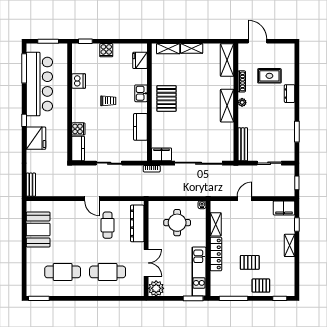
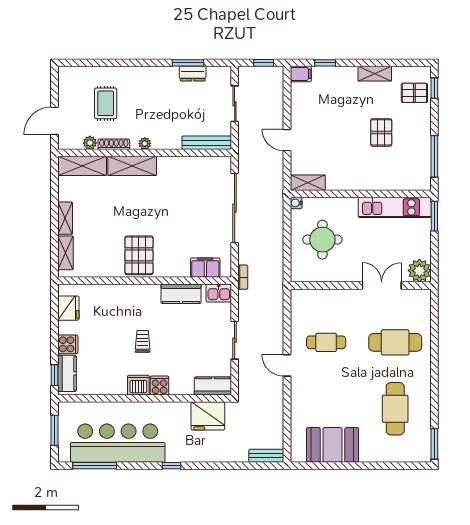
kitchen counter: (87, 50) -> (67, 373), added
fridge: (140, 60) -> (68, 308), moved, turned -90
plant: (243, 65) -> (90, 143), added
dishwasher: (79, 81) -> (138, 385), moved
kitchen sink: (141, 93) -> (219, 293), moved
dresser: (290, 94) -> (193, 74), moved
pallet: (166, 98) -> (139, 255), turned 90
shelving: (227, 106) -> (132, 166), moved
cooker: (78, 129) -> (160, 386), moved
fridge: (36, 138) -> (208, 416), moved, turned 180
filing cabinet: (162, 154) -> (205, 268), moved, turned 90
door: (92, 199) -> (287, 365), swing flipped
filing cabinet: (284, 208) -> (301, 74), width x0.50
dresser: (137, 223) -> (324, 298), removed
shelving: (216, 224) -> (308, 183), moved
shelving: (290, 245) -> (375, 74), moved
locker: (216, 254) -> (369, 182), removed
cafe table: (108, 272) -> (395, 342), turned 90
pallet: (261, 286) -> (414, 93), moved, turned 90

